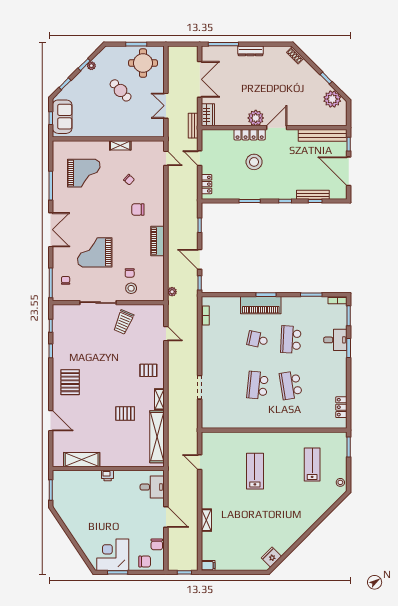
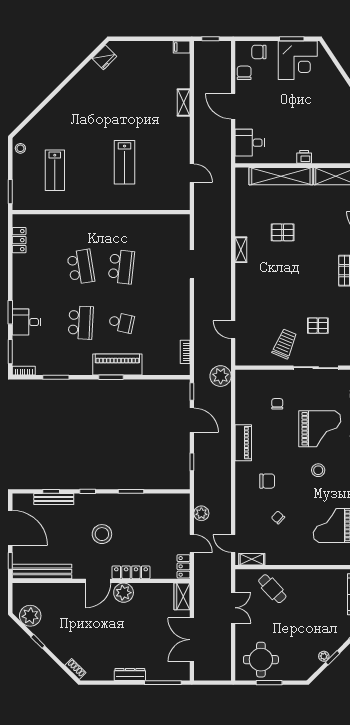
cafe table: (121, 90) -> (272, 589), moved
bench: (193, 126) -> (200, 583), removed
shelving: (120, 145) -> (252, 559), moved
stool: (254, 162) -> (102, 534), moved
plant: (192, 183) -> (201, 513), added
locker: (207, 184) -> (184, 566), moved
stool: (131, 288) -> (318, 470), moved
plant: (172, 292) -> (221, 376), width x1.88, depth x1.88
pallet: (148, 370) -> (318, 326), moved
shelving: (157, 437) -> (281, 176), moved, turned 90

